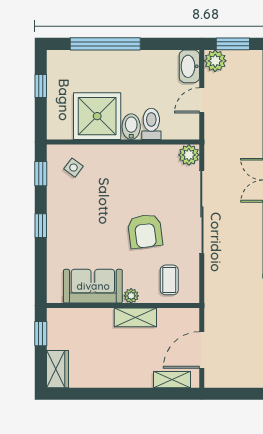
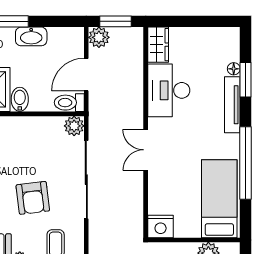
washbasin: (189, 66) -> (31, 36), moved, turned -90
door: (202, 100) -> (86, 75), width x1.38
toilet: (151, 124) -> (69, 103), moved, turned -90

